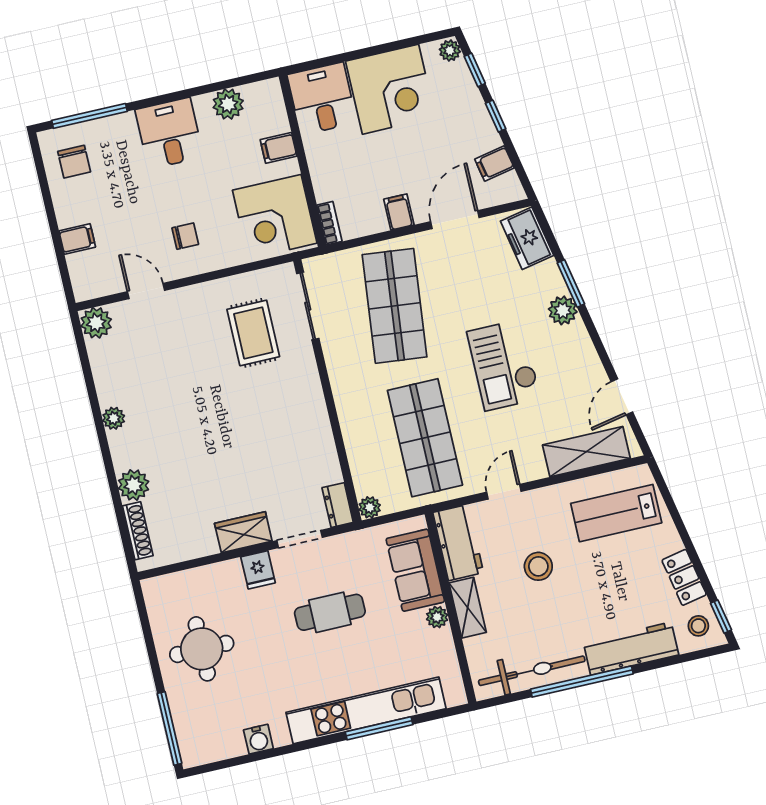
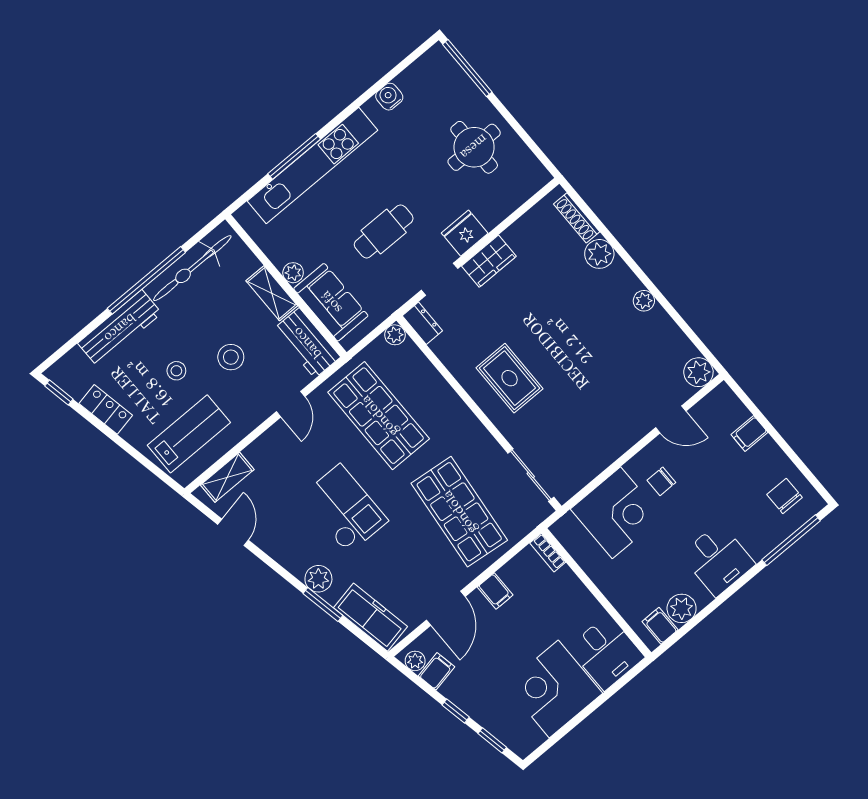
plant: (450, 51) -> (415, 661), moved
filing cabinet: (279, 148) -> (660, 626), moved, turned -90
corner desk: (275, 217) -> (616, 513), moved, turned 90
freezer: (527, 238) -> (370, 617), width x1.40
rug: (253, 333) -> (510, 378), moved
shelving: (586, 452) -> (227, 477), width x0.67, depth x0.75
fridge: (258, 570) -> (465, 233), width x1.38
stool: (698, 626) -> (176, 371), moved

